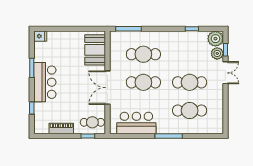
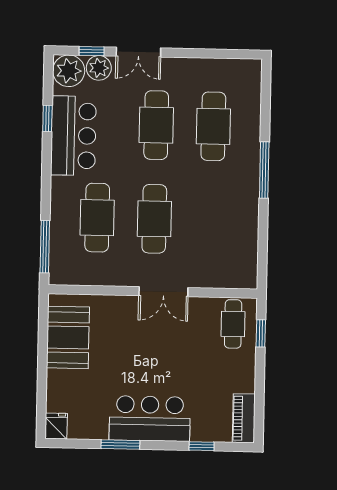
booth: (95, 50) -> (68, 337), moved, turned 90
double door: (225, 73) -> (138, 52), swing flipped
double door: (108, 88) -> (163, 292), width x0.73
bar counter: (136, 123) -> (73, 136), moved, turned 180
piano: (61, 129) -> (244, 418), moved

